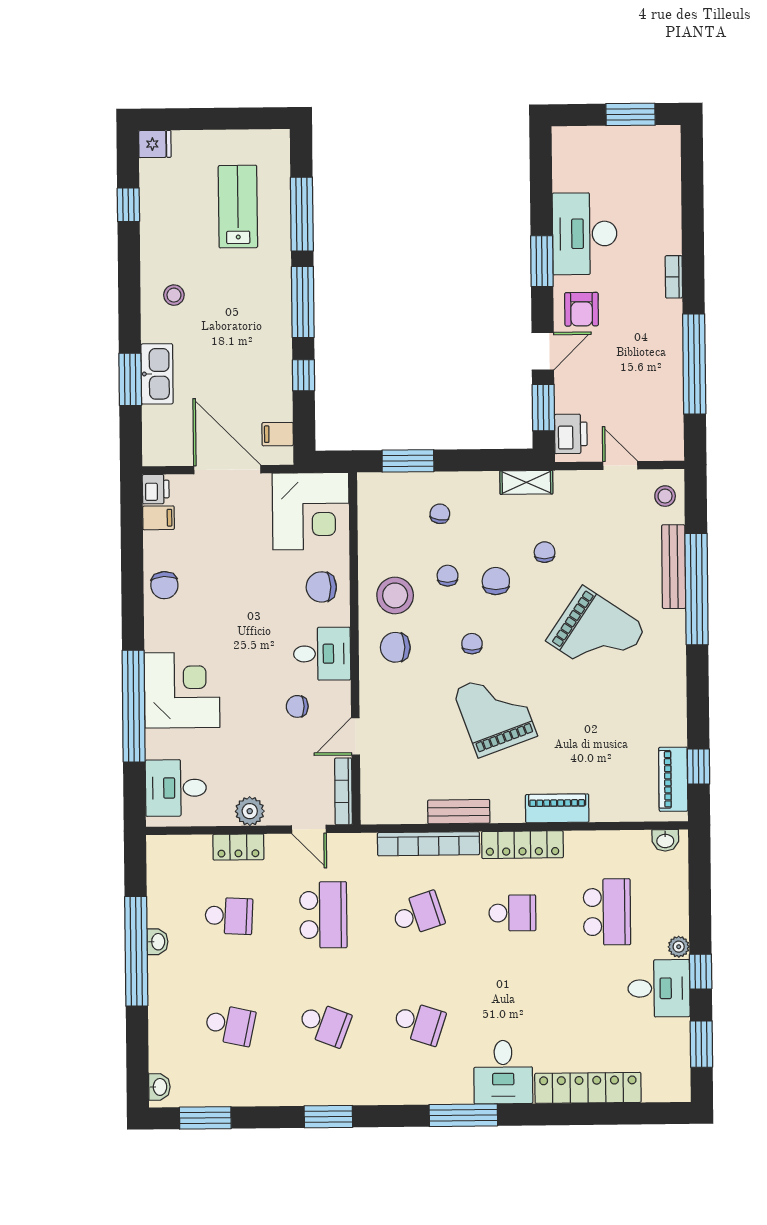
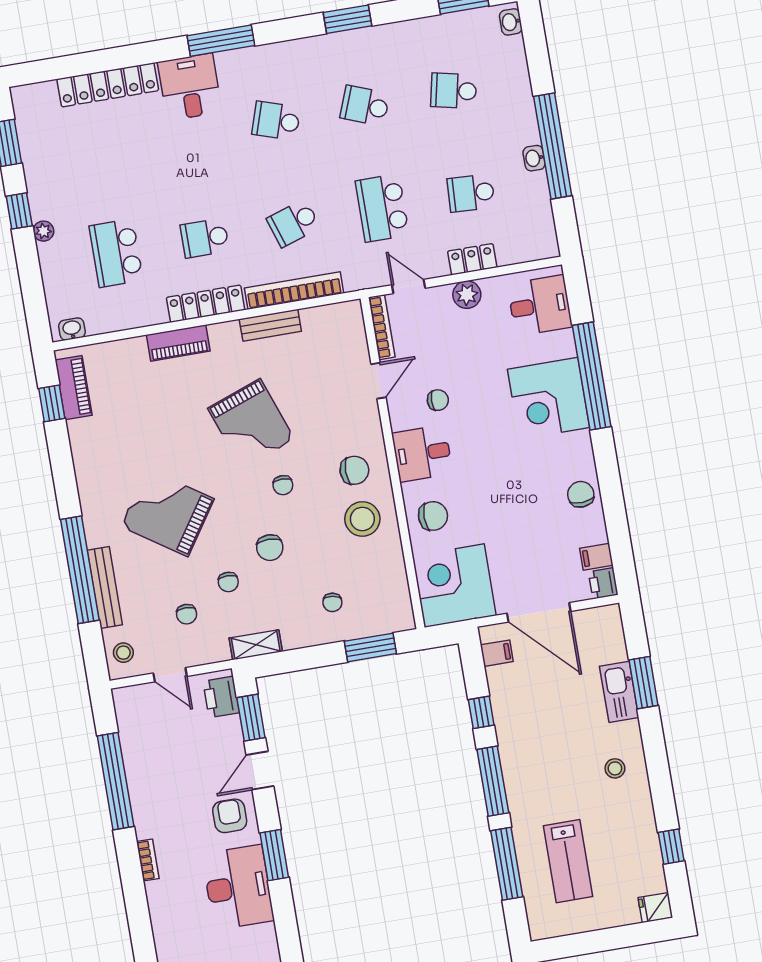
chair: (448, 576) -> (187, 614), moved
desk: (659, 988) -> (56, 189), removed

